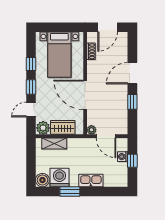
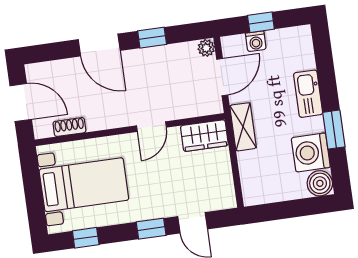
window: (31, 64) -> (86, 238), moved
door: (85, 95) -> (151, 127), width x0.53
wardrobe: (63, 127) -> (204, 136), moved, turned -90
plant: (43, 128) -> (223, 196), removed
plant: (91, 130) -> (206, 48), moved
shelving: (54, 143) -> (243, 127), moved

